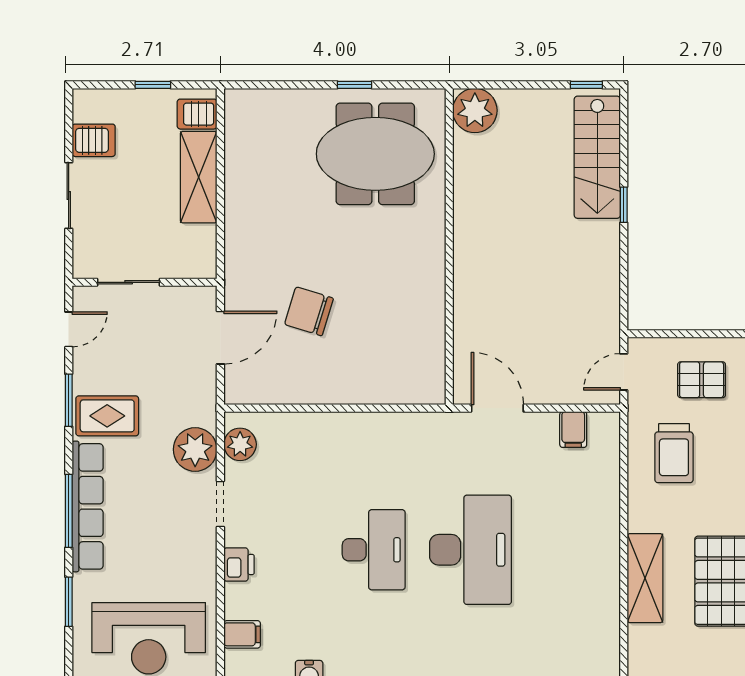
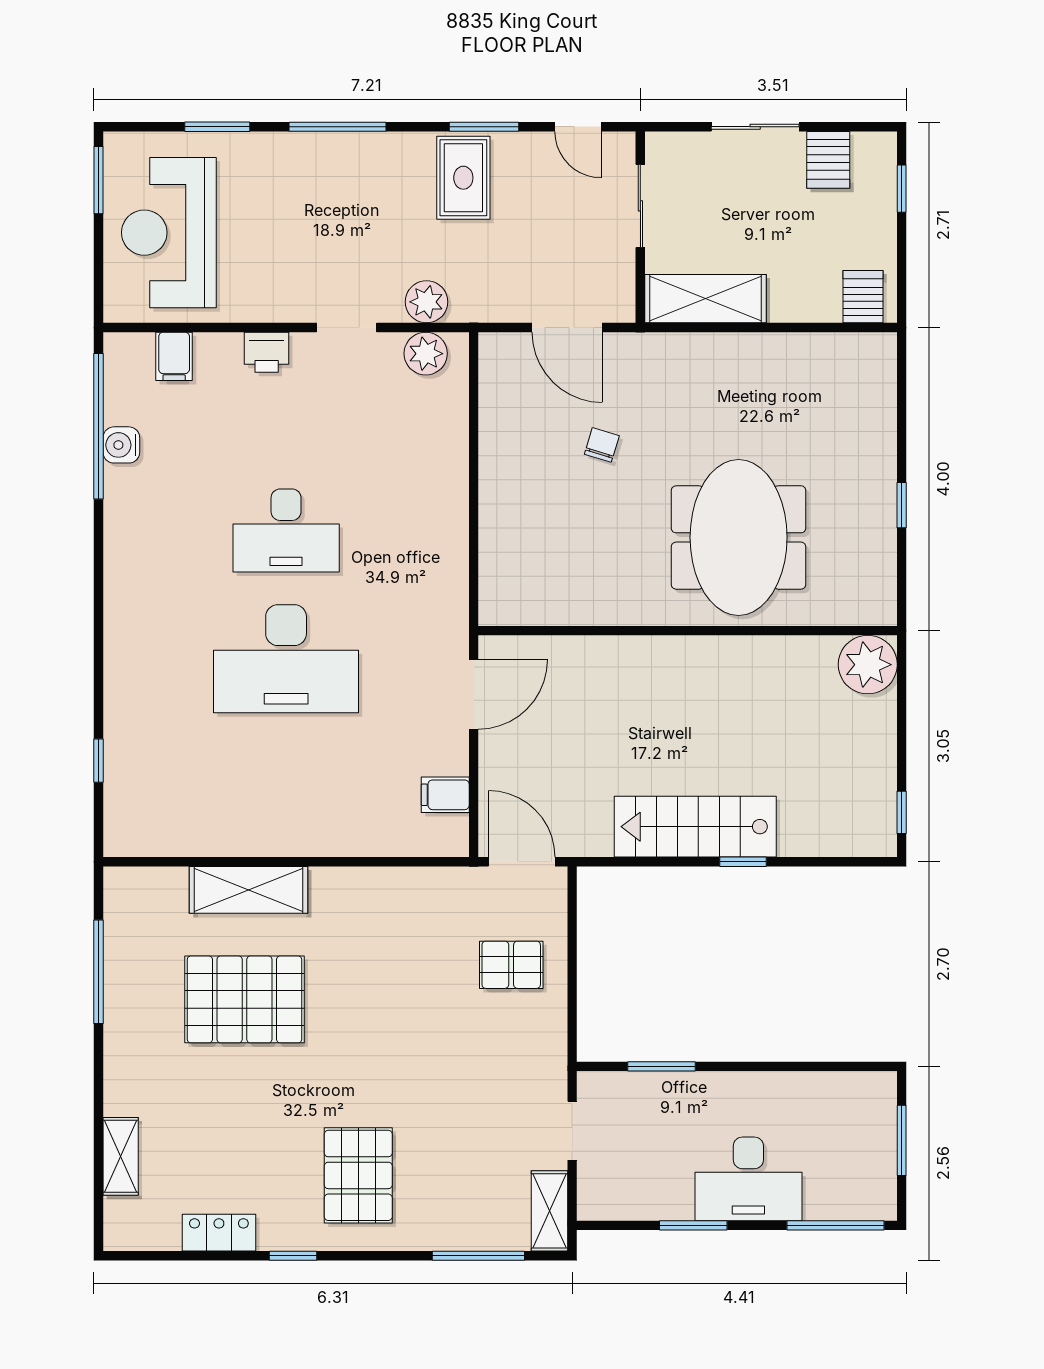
window: (153, 85) -> (902, 189), moved
meeting table: (375, 154) -> (739, 537), moved
stairs: (597, 157) -> (695, 827), moved
shelving: (199, 177) -> (705, 299), moved
chair: (309, 311) -> (602, 445), width x0.54, depth x0.54
door: (624, 372) -> (522, 862), width x1.38
pallet: (702, 380) -> (511, 965), turned 90
plant: (195, 449) -> (427, 302), width x0.73, depth x0.73
trolley: (674, 453) -> (414, 928), removed
row of seats: (88, 506) -> (343, 152), removed

